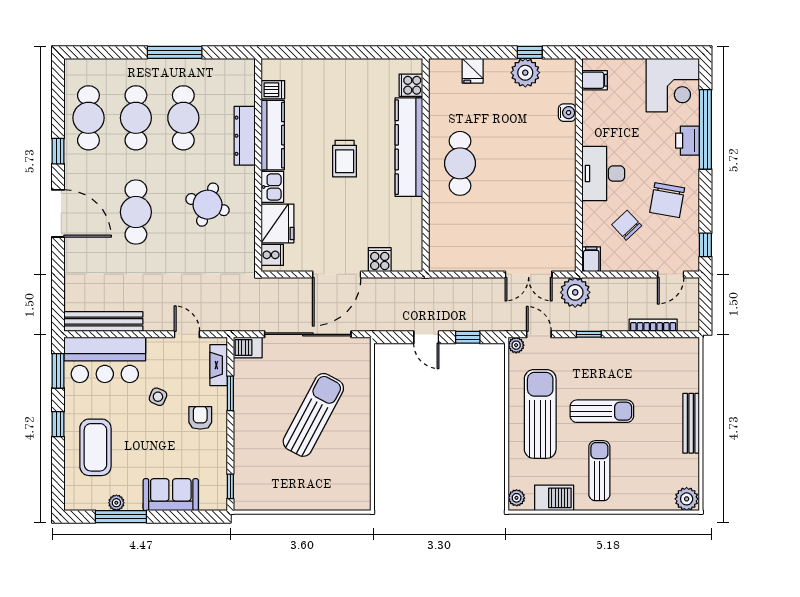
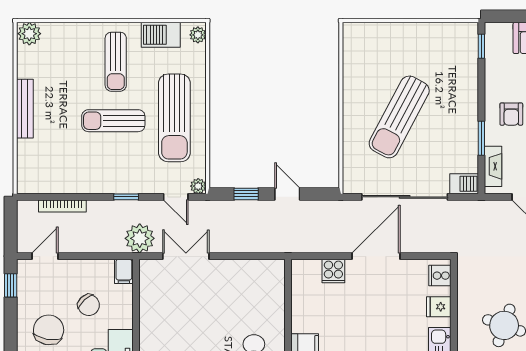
fridge: (278, 223) -> (439, 307), width x0.53, depth x0.75

